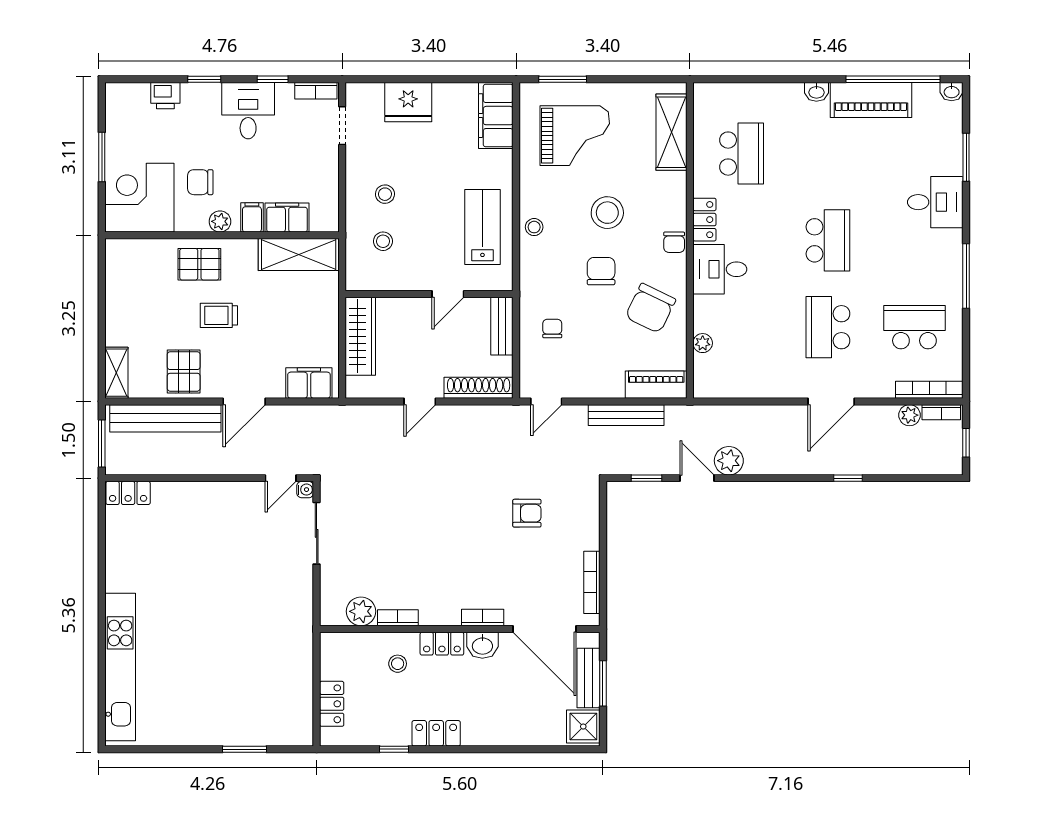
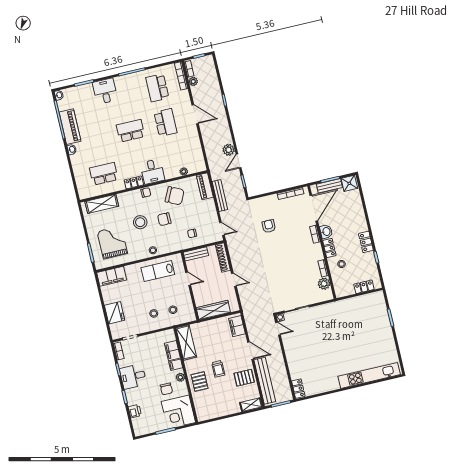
school desk: (828, 327) -> (165, 123), turned -90

